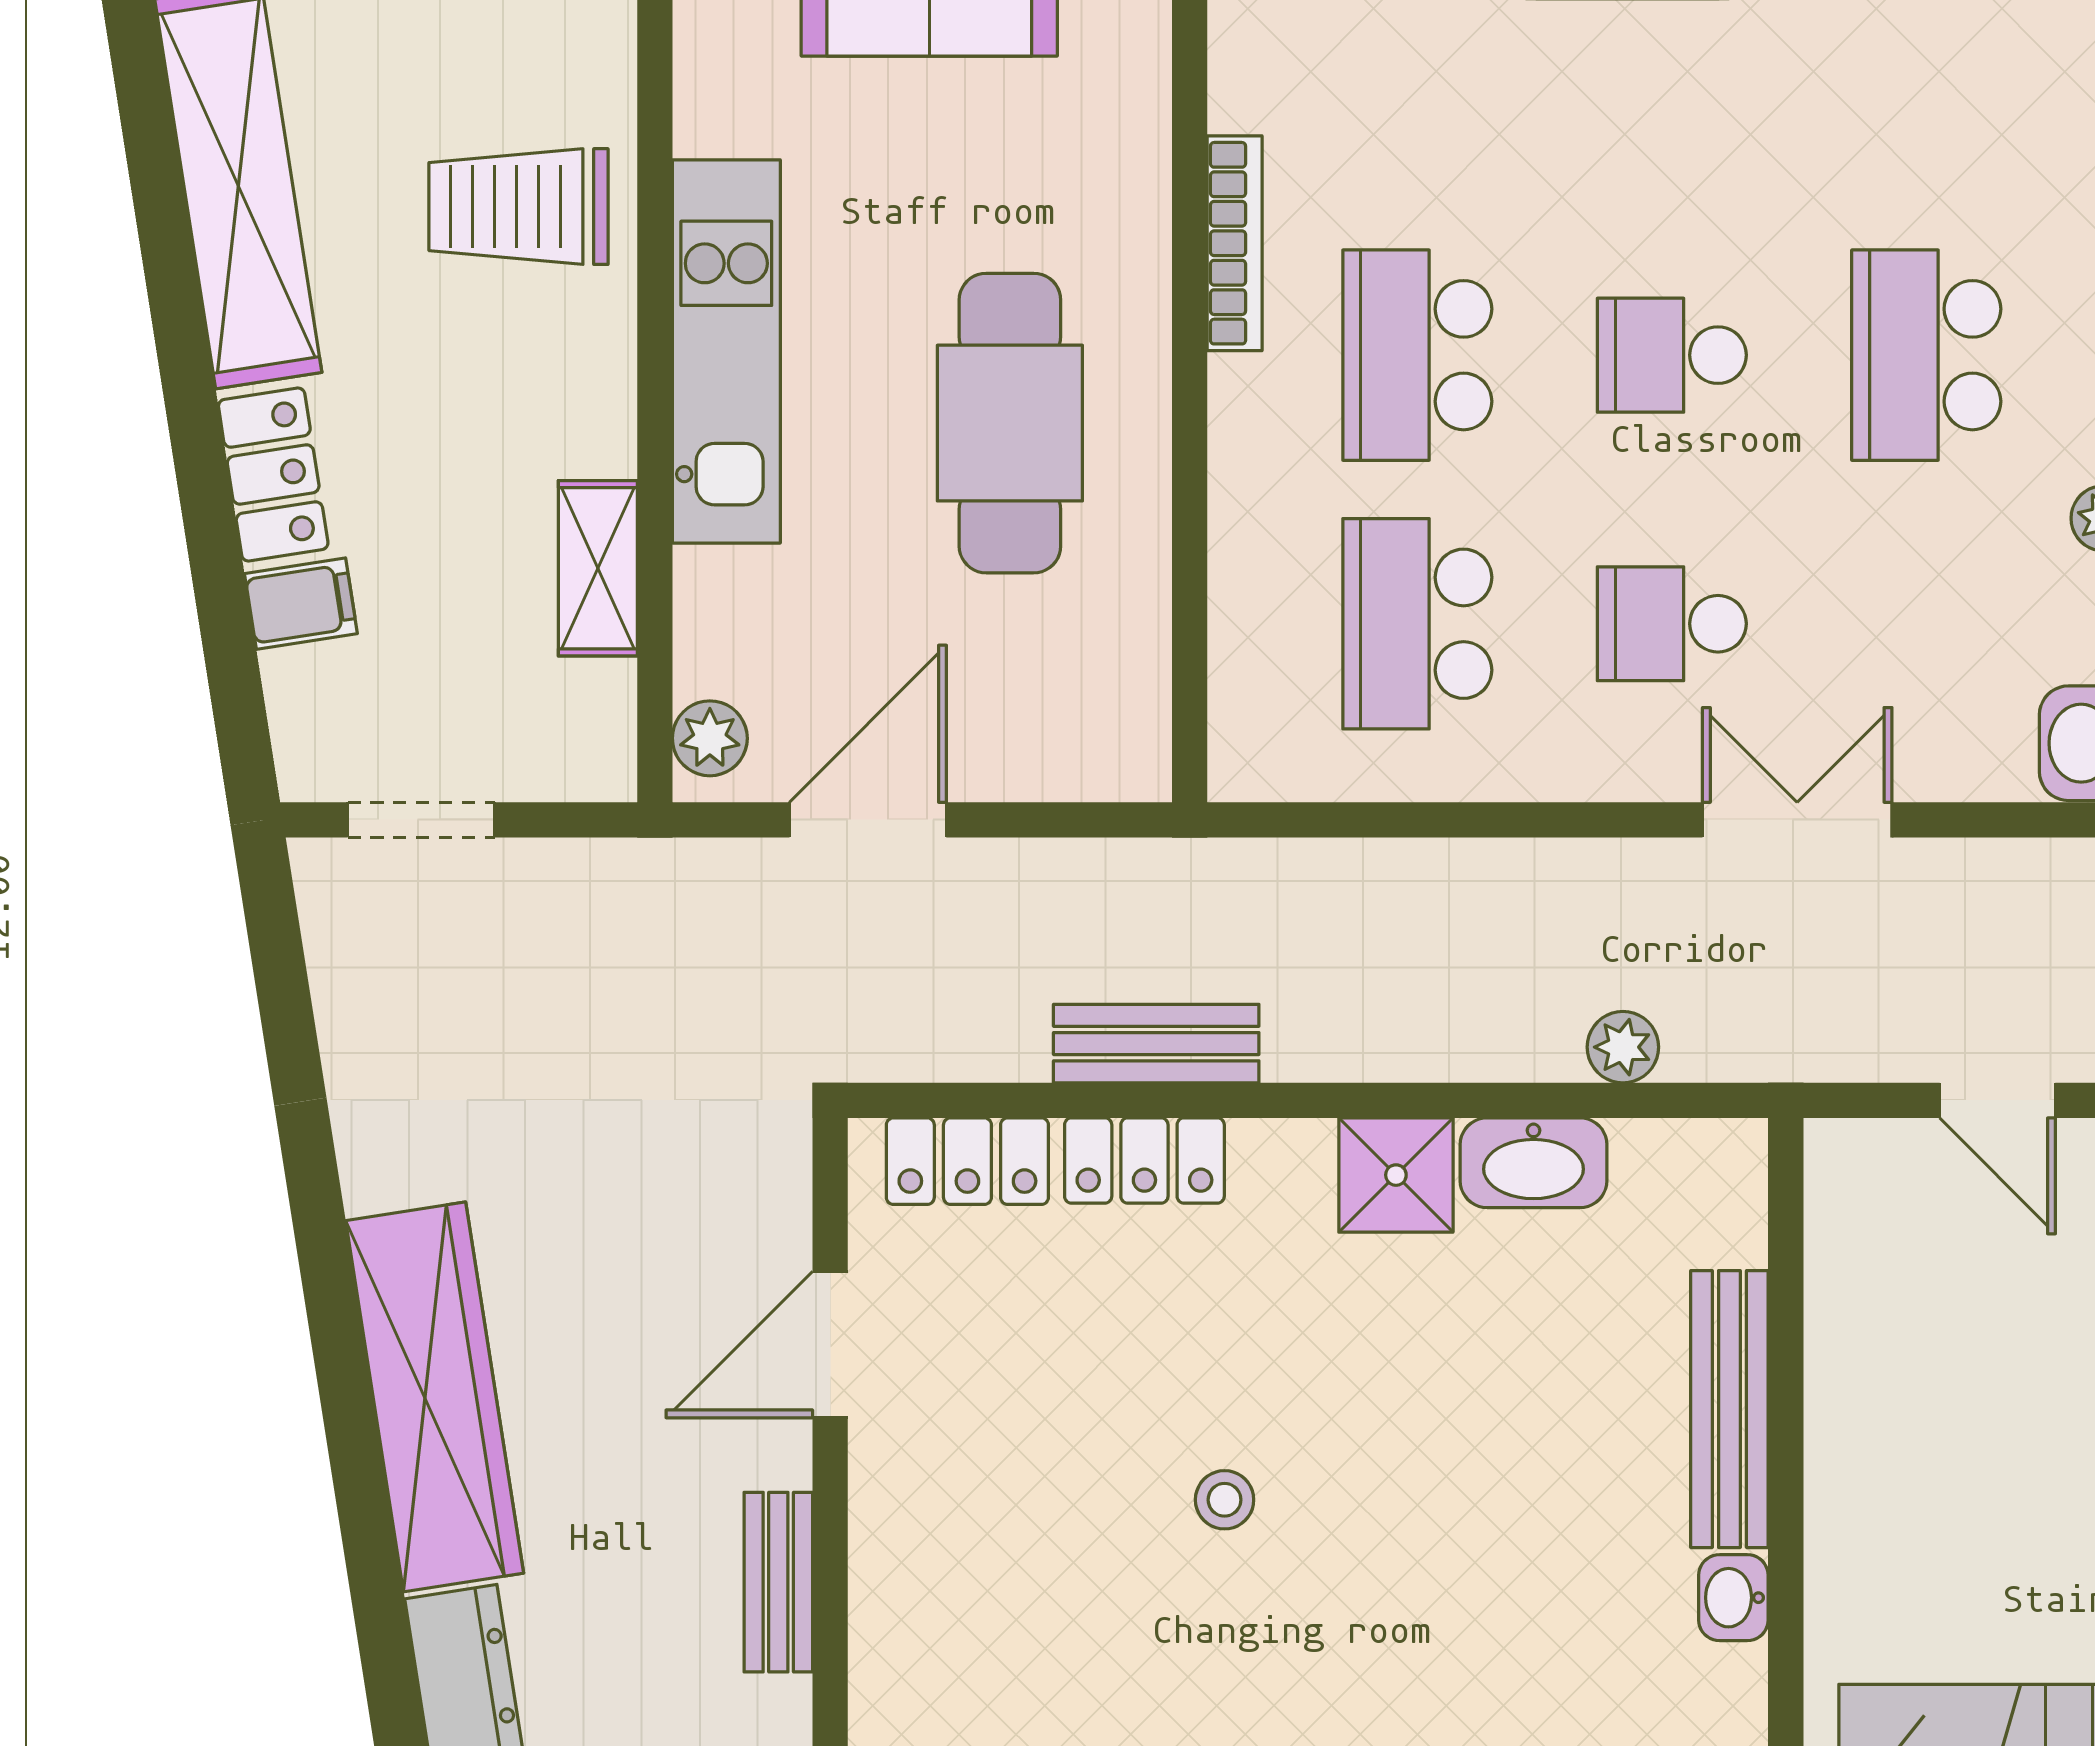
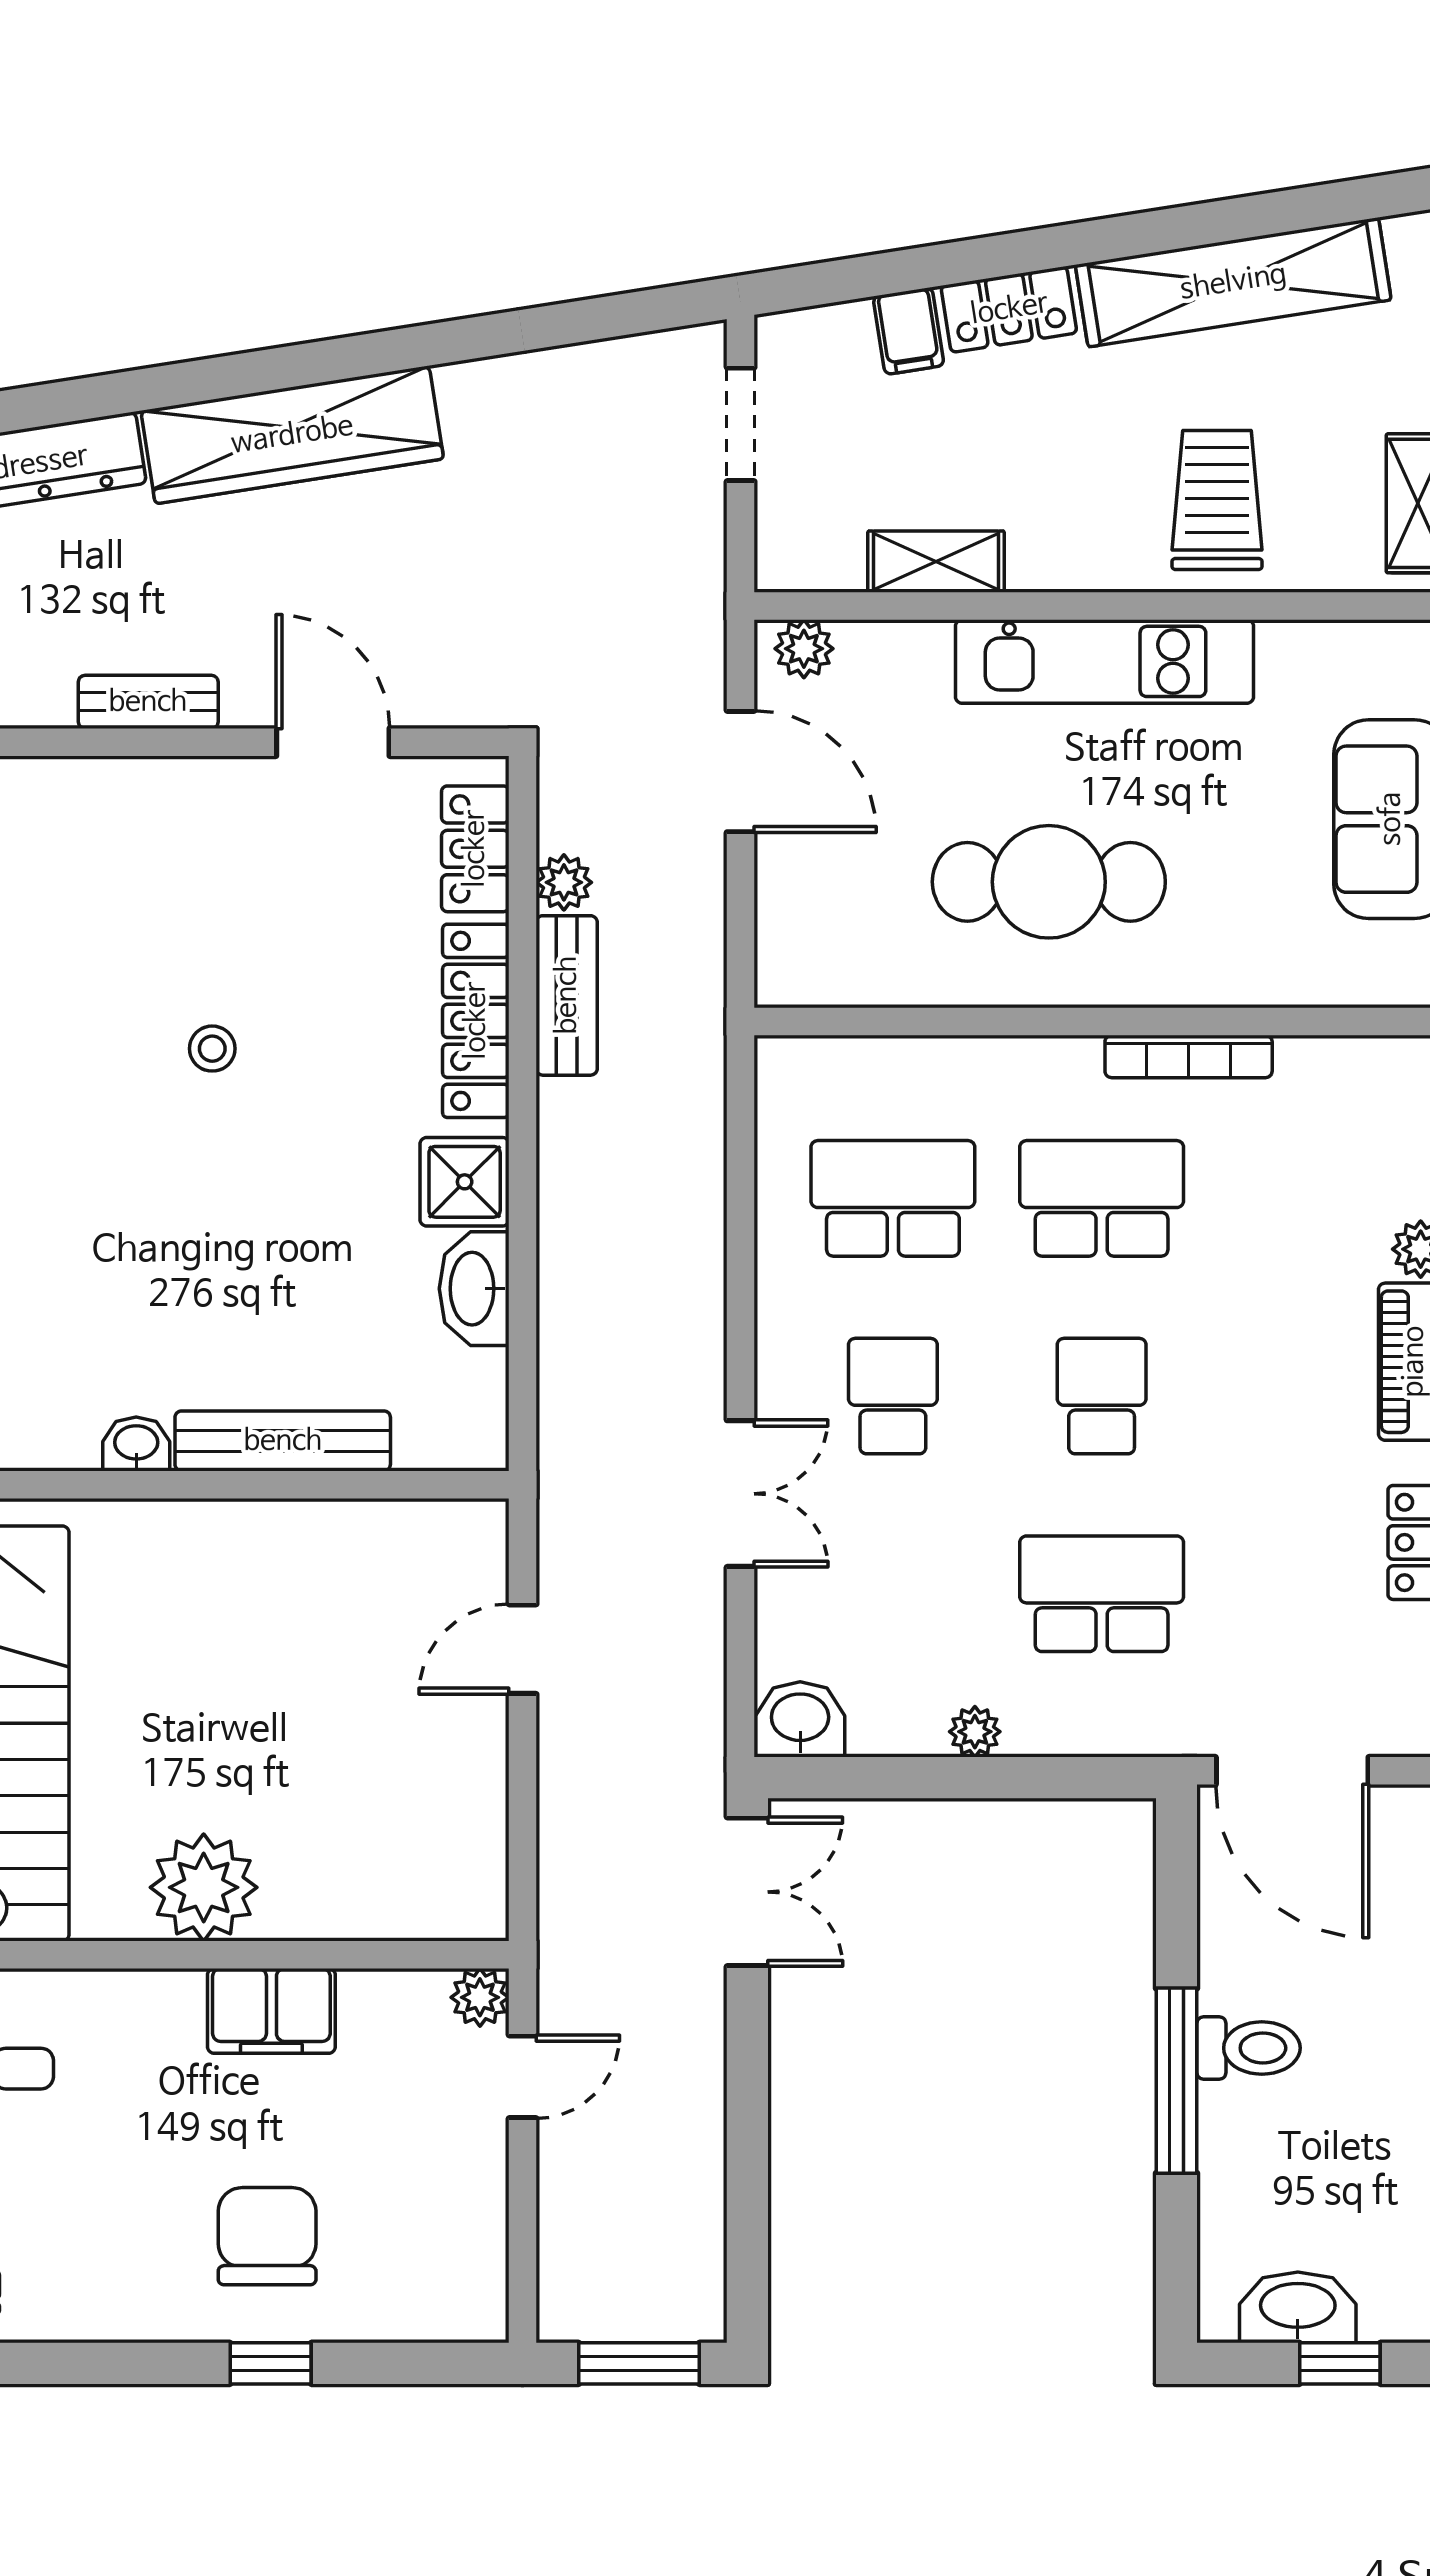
plant: (1623, 1047) -> (564, 882), moved
locker: (1144, 1161) -> (476, 1021), width x1.53

